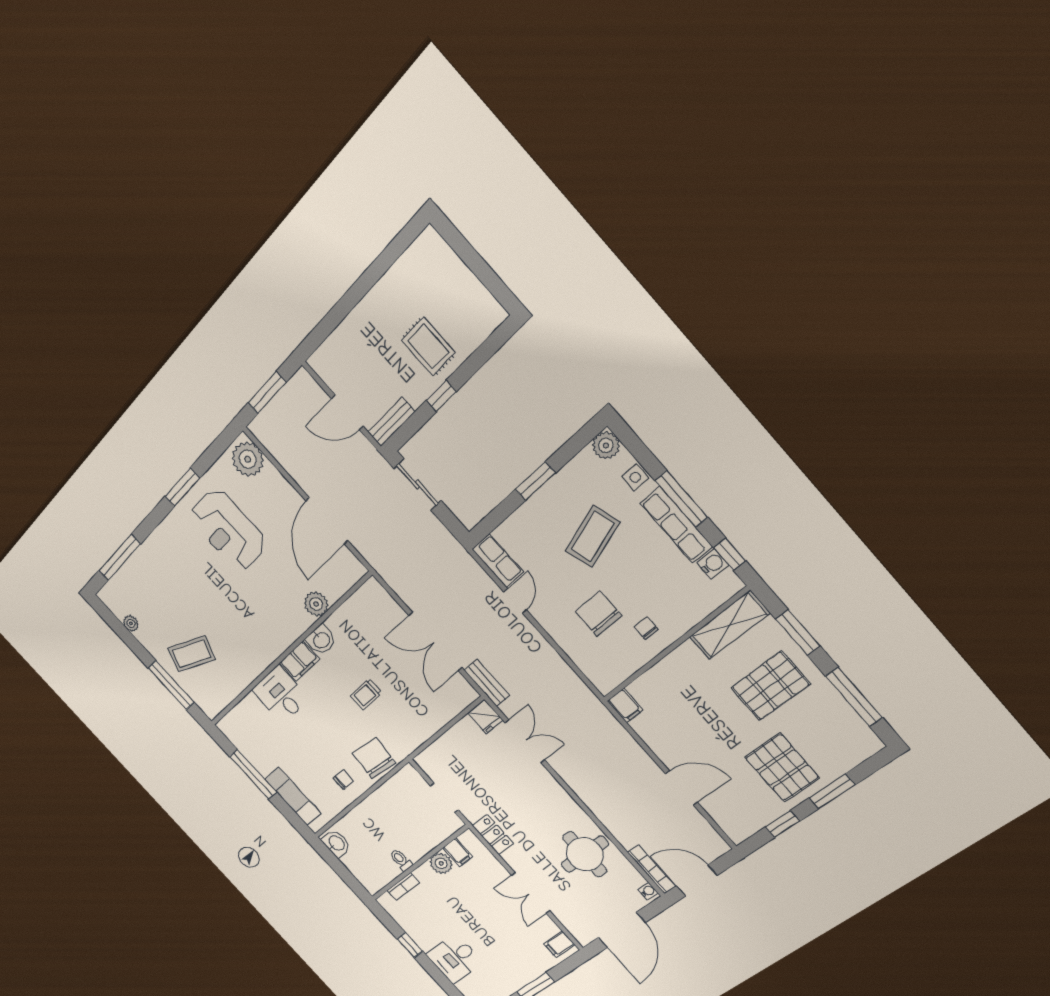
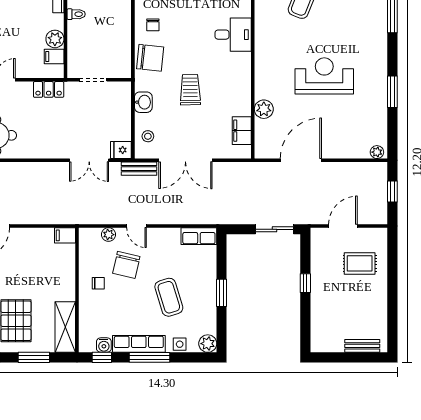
rug: (428, 346) -> (360, 263), moved
window: (267, 393) -> (392, 192), width x0.67
bench: (392, 422) -> (362, 346), moved, turned 90
plant: (248, 459) -> (377, 152), width x0.53, depth x0.53
door: (327, 521) -> (301, 160), hinge flipped
reception desk: (228, 530) -> (324, 76), moved
door: (515, 601) -> (136, 226), moved
chair: (599, 614) -> (126, 265), turned 103
washbasin: (321, 640) -> (143, 102), moved, turned 180
double door: (435, 642) -> (185, 160), swing flipped
plant: (583, 660) -> (109, 235), added
filing cabinet: (300, 661) -> (242, 131), moved
trolley: (366, 694) -> (190, 90), width x1.36, depth x1.39
stool: (447, 700) -> (148, 136), added

